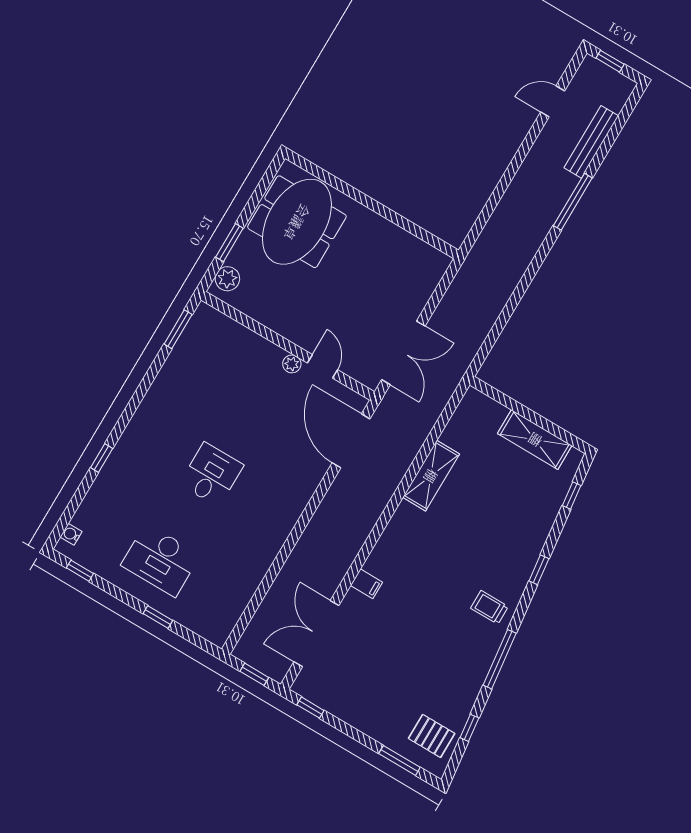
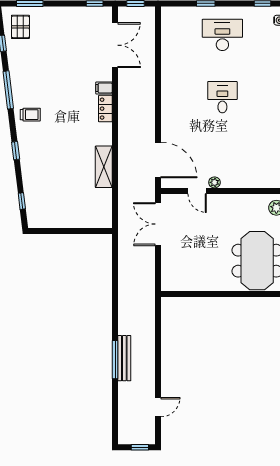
bench: (591, 142) -> (124, 358), moved
shelving: (535, 440) -> (60, 219), removed
desk: (211, 475) -> (222, 97), turned 180
locker: (381, 554) -> (105, 109), added
pallet: (432, 736) -> (20, 27), turned 90

